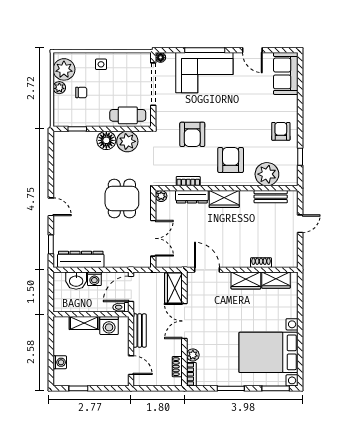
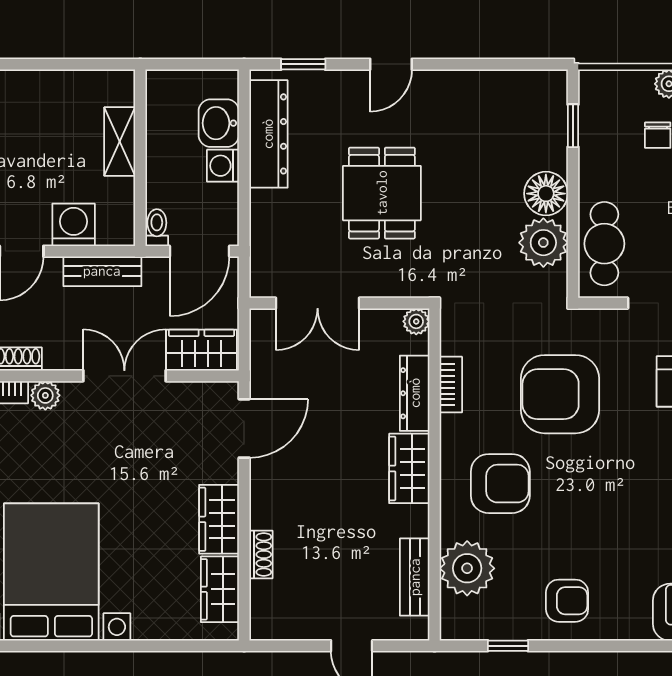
armchair: (192, 134) -> (560, 394), width x1.36, depth x1.36
dining table: (122, 199) -> (382, 193), moved, turned 90
door: (131, 289) -> (199, 251), swing flipped
washing machine: (109, 326) -> (74, 225), moved, turned 90
washing machine: (60, 362) -> (28, 85), removed

